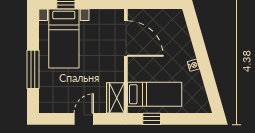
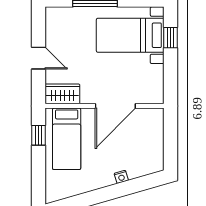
door: (126, 39) -> (115, 106), moved
nightstand: (193, 65) -> (121, 177), moved

